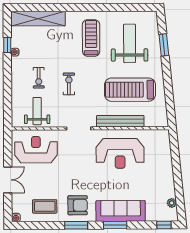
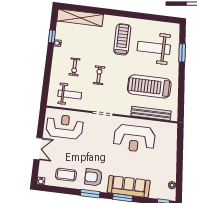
weight bench: (130, 43) -> (154, 48), turned -90
weight bench: (37, 111) -> (70, 94), turned 90
bench: (120, 121) -> (151, 113), moved
armchair: (78, 205) -> (93, 177), turned 180

